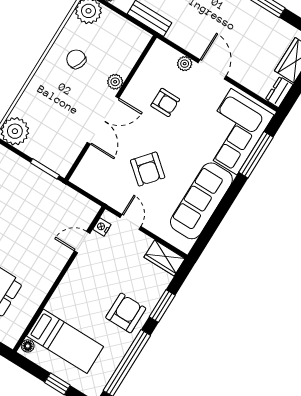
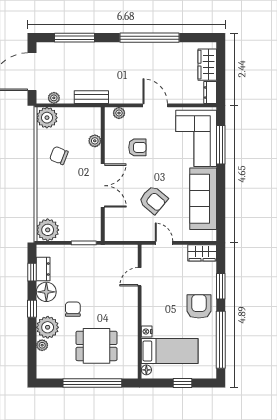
plant: (185, 64) -> (119, 113), moved
plant: (115, 82) -> (95, 141), moved
nightstand: (102, 227) -> (147, 331), moved

